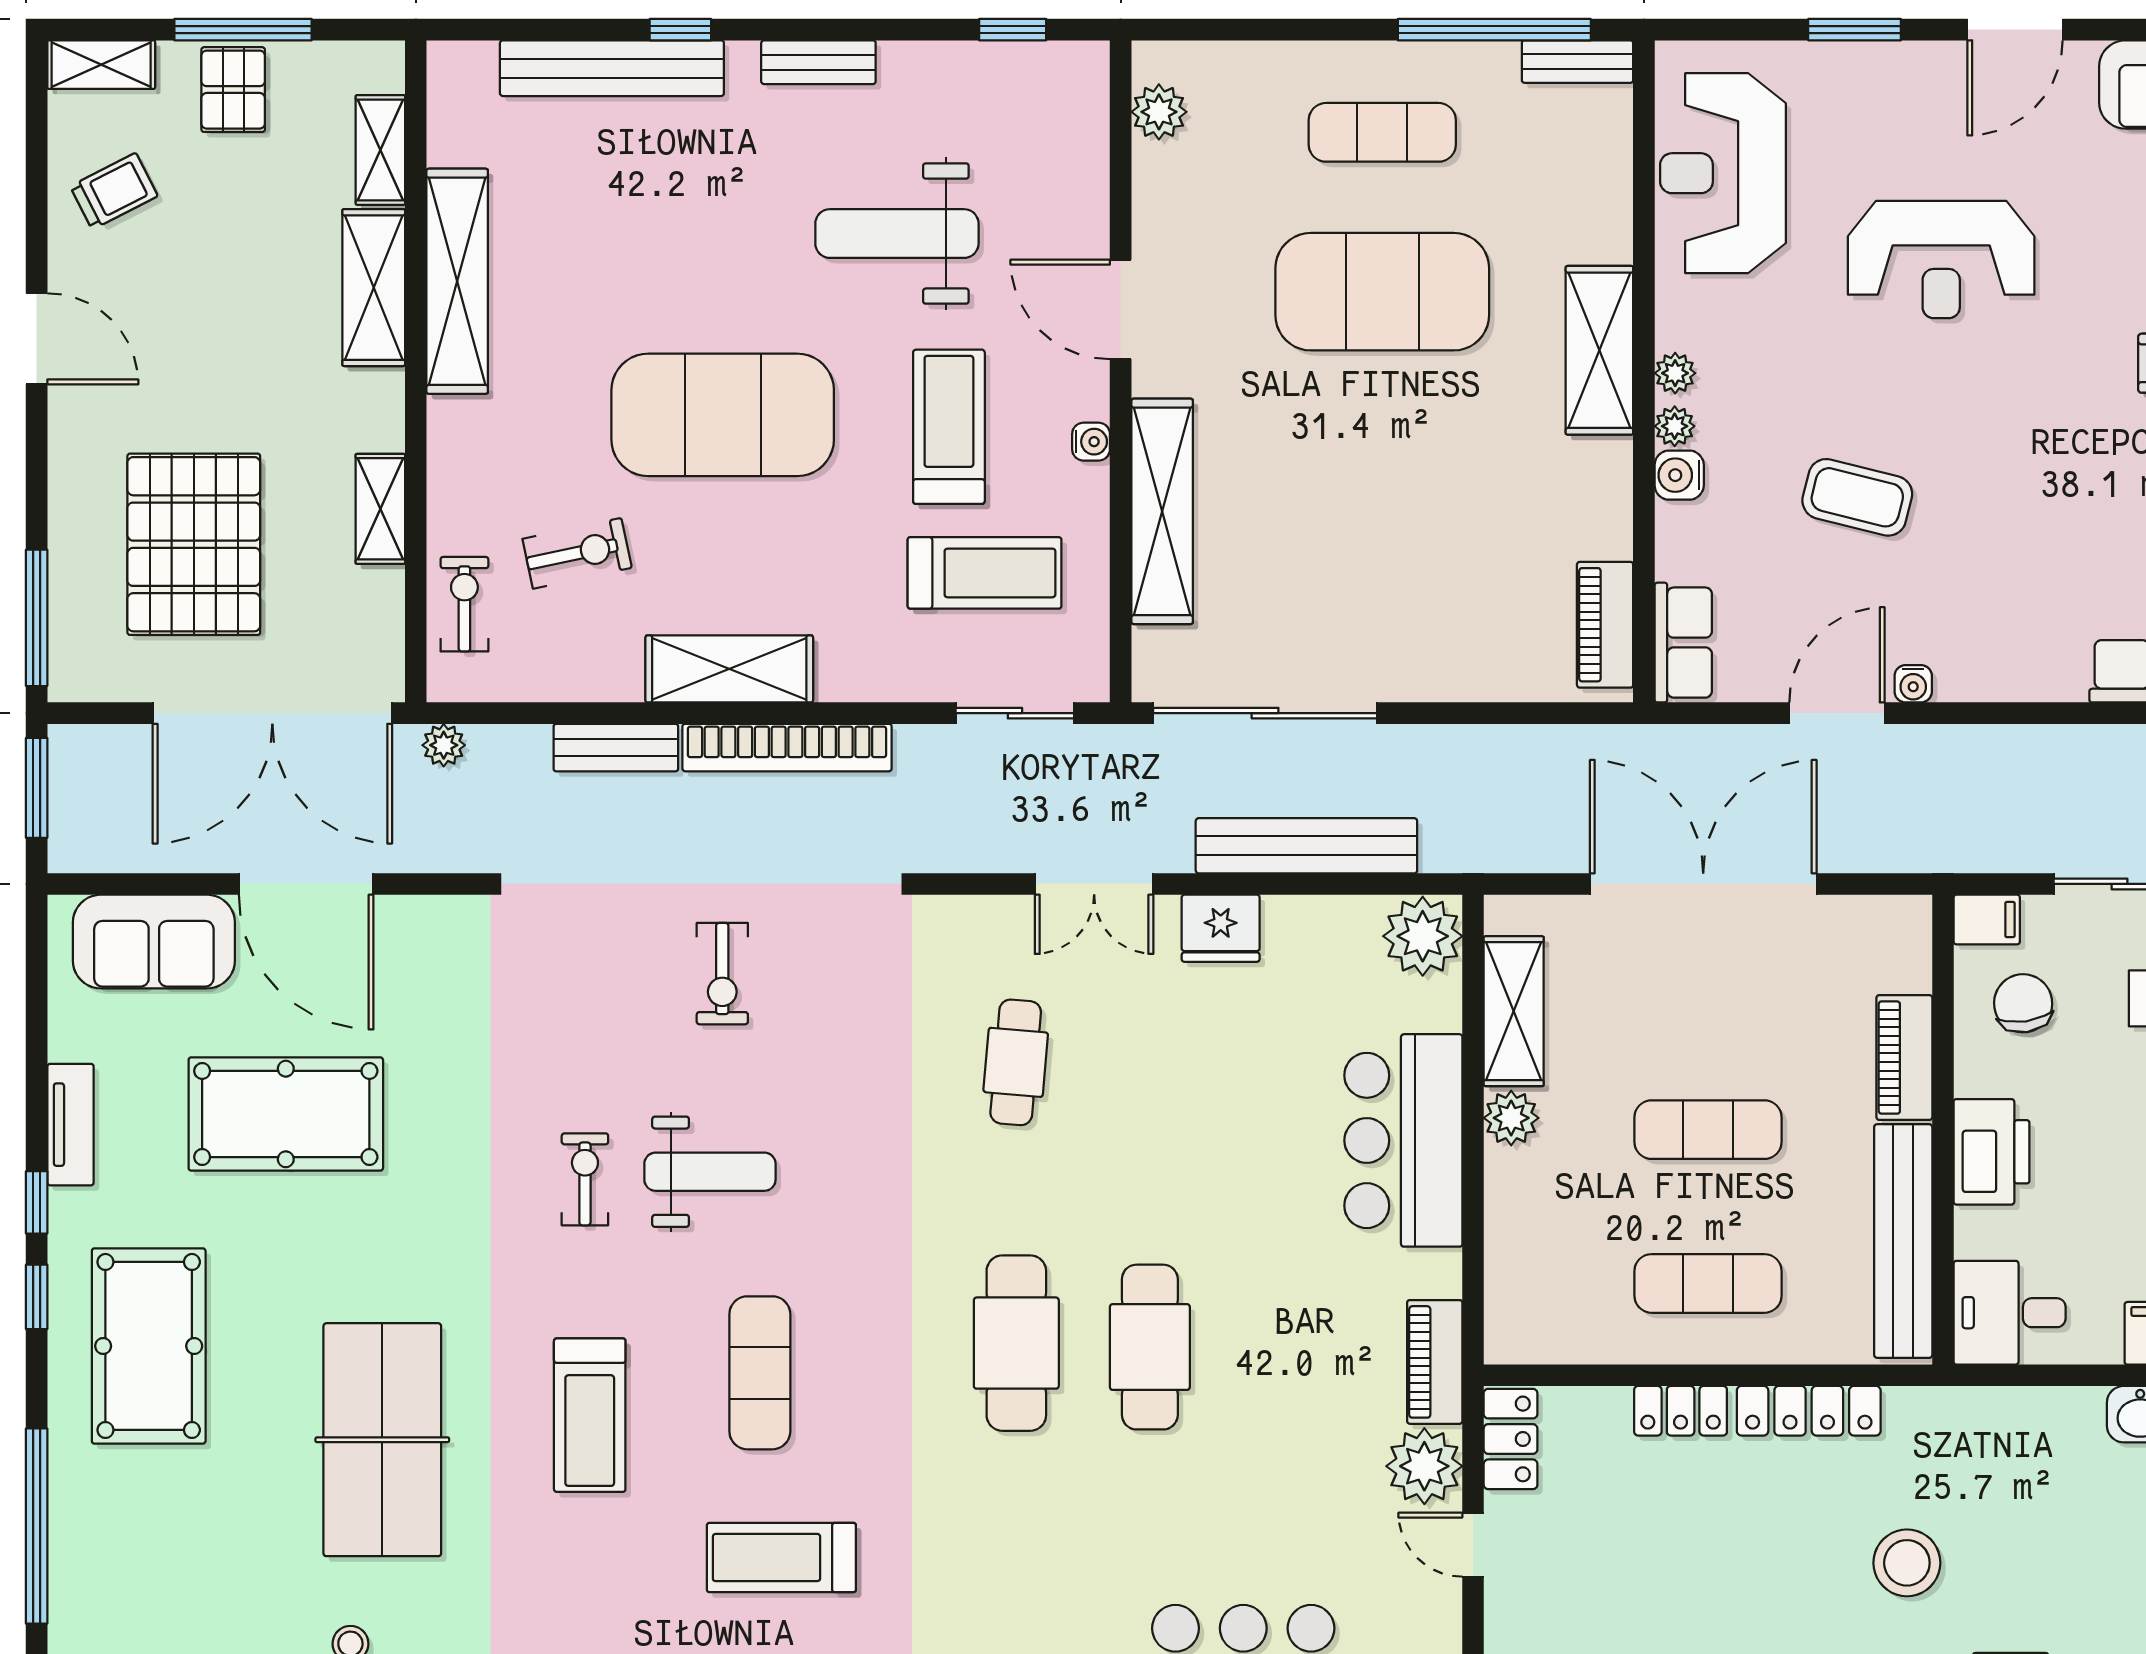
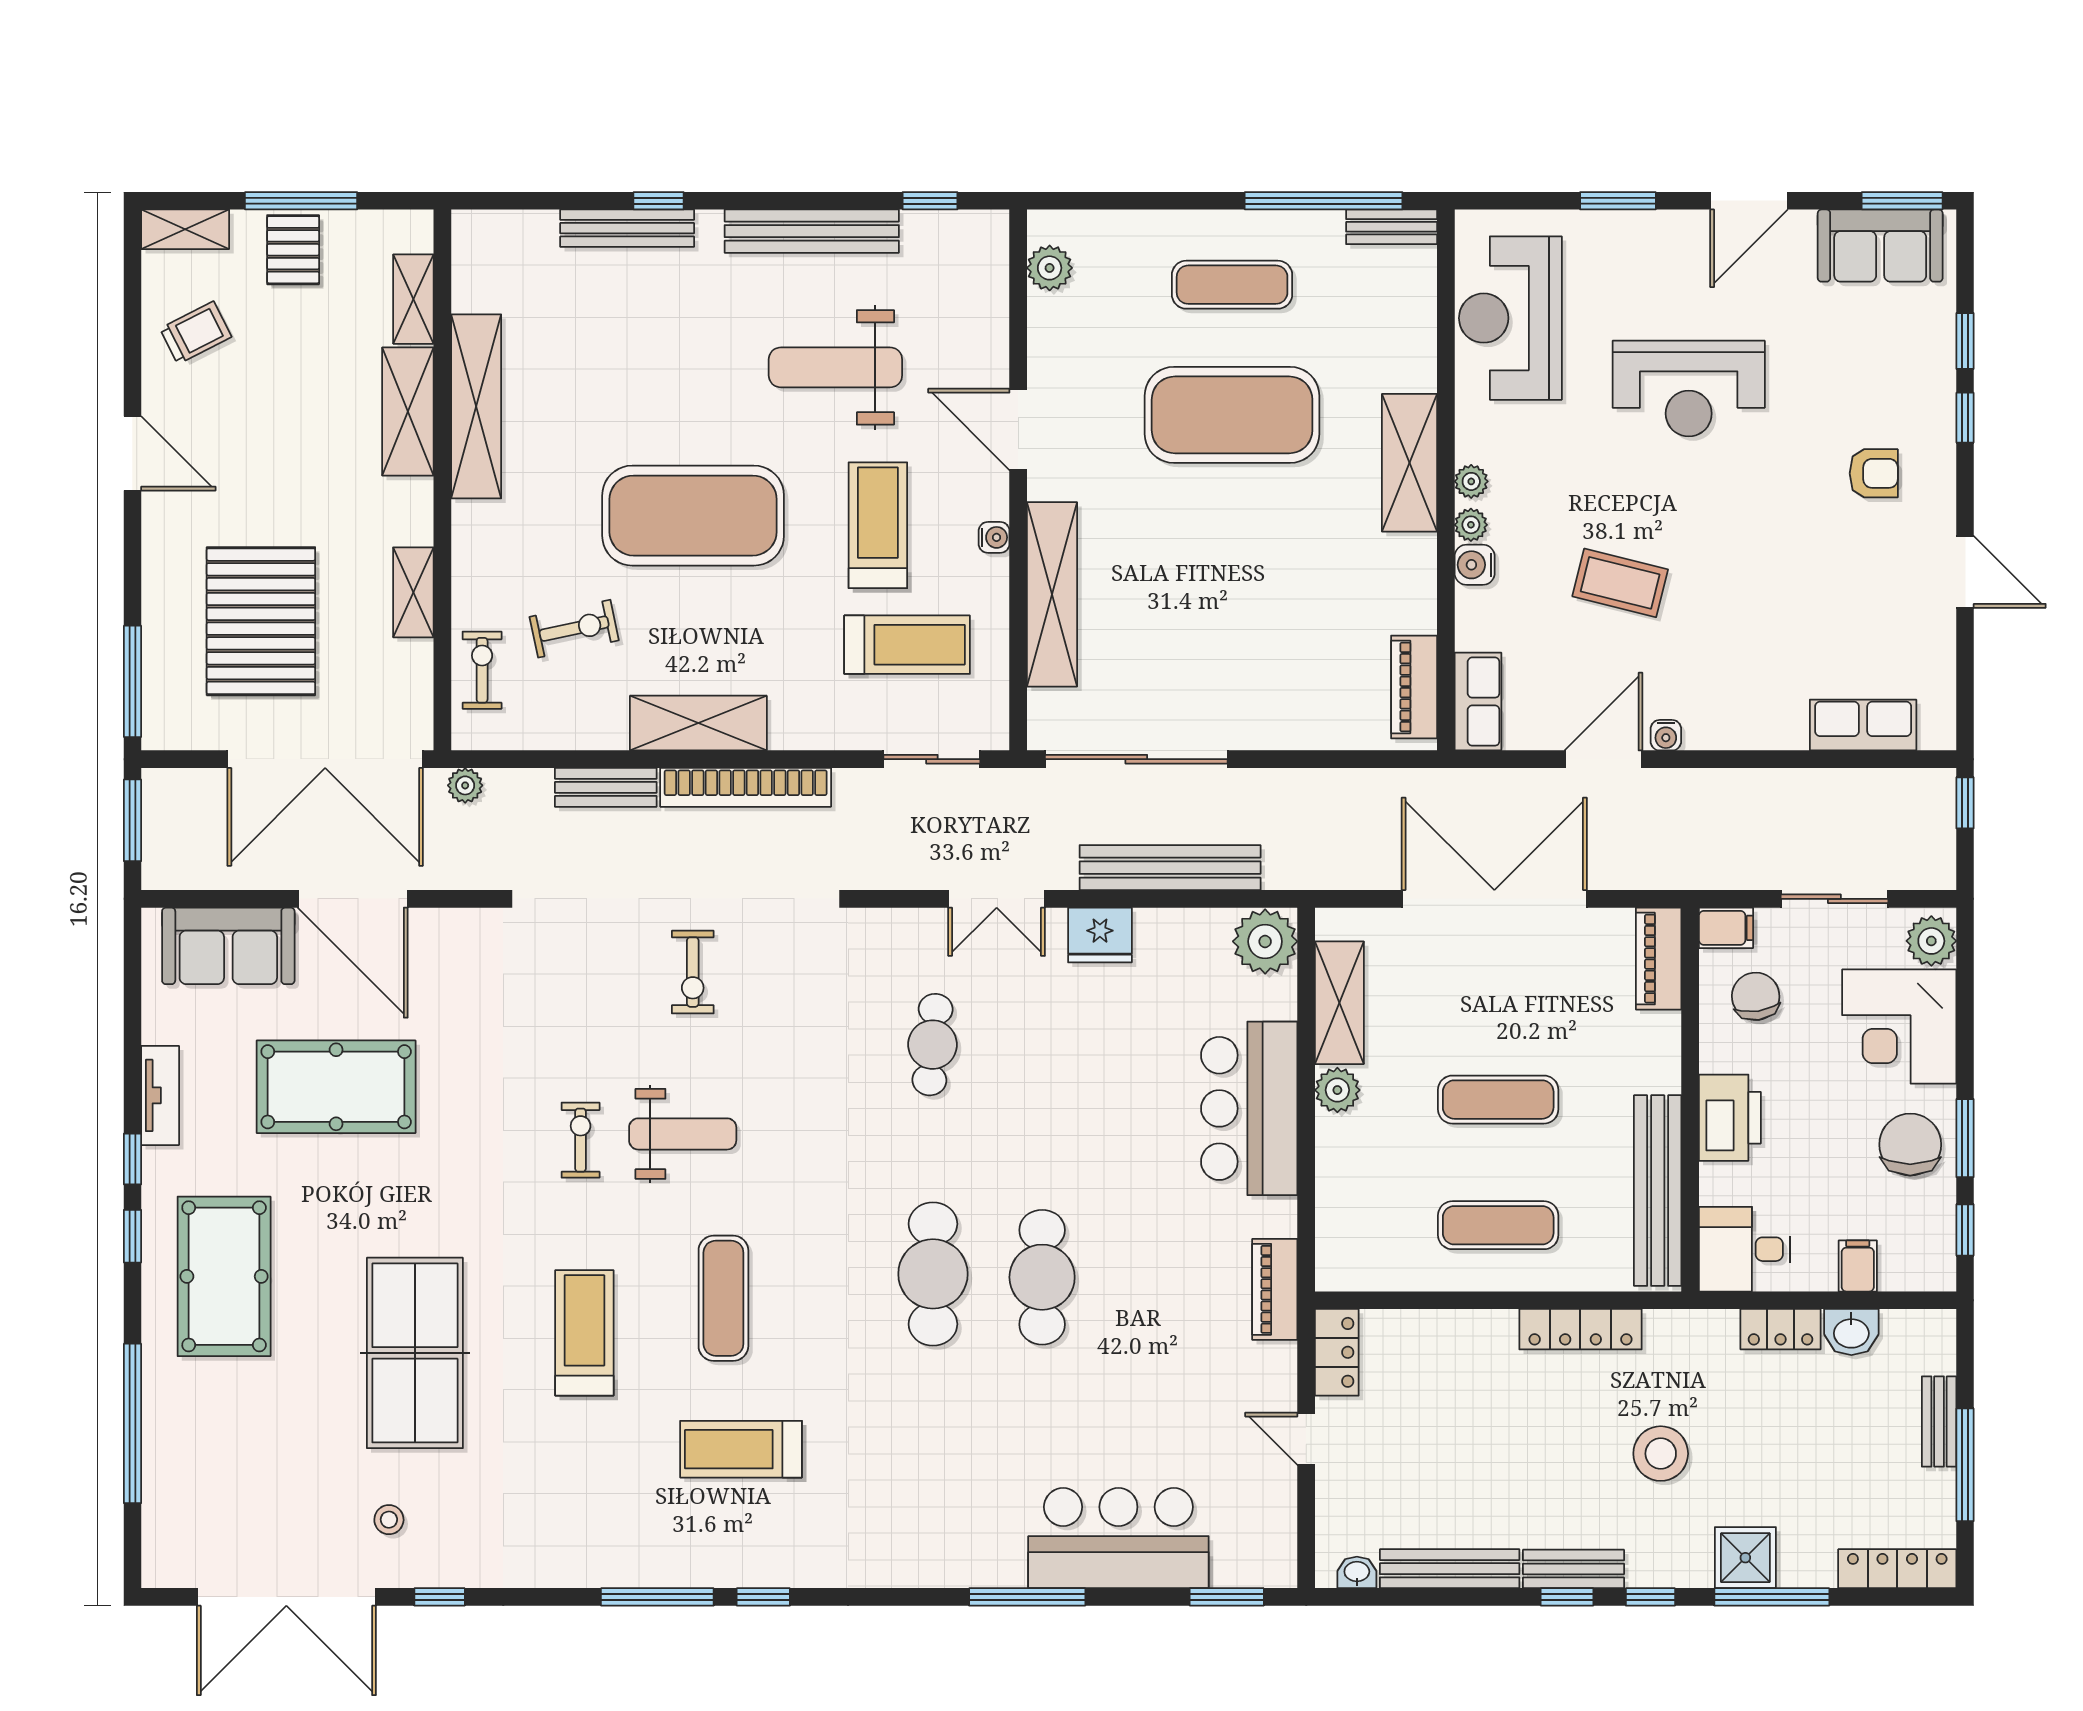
bench: (818, 62) -> (812, 231), width x1.86, depth x1.21
bench: (612, 68) -> (627, 228), width x0.73, depth x0.82
piano: (1904, 1058) -> (1659, 959), moved
locker: (1681, 1411) -> (1780, 1329), moved
treadmill: (590, 1415) -> (584, 1333), turned 180
plant: (1424, 1466) -> (1266, 1375), removed

